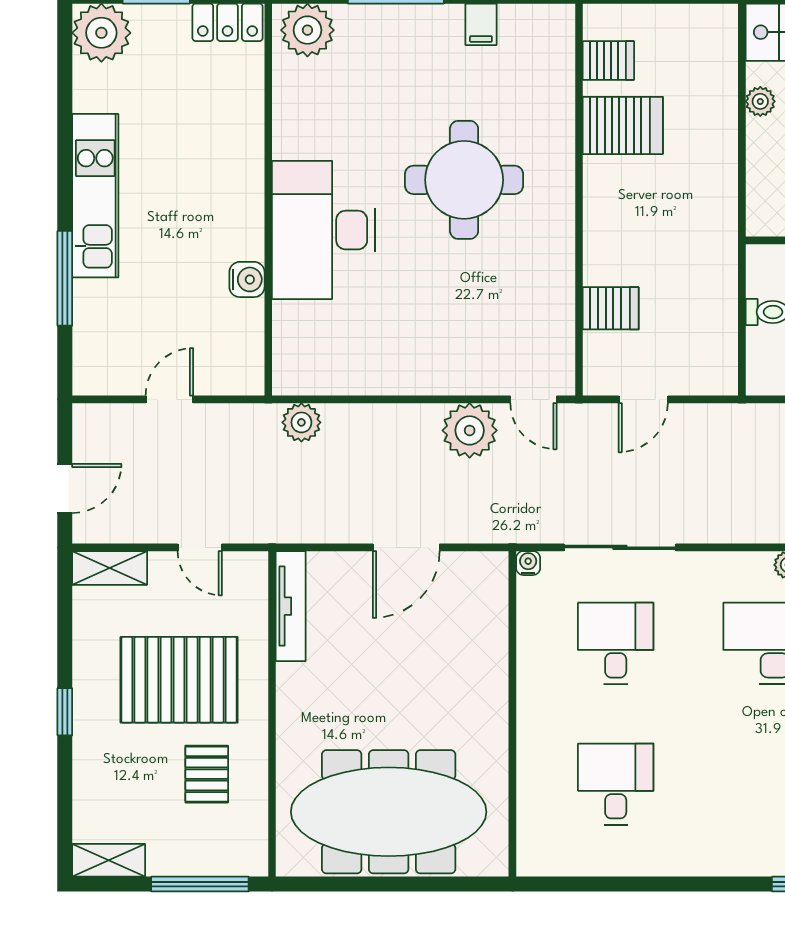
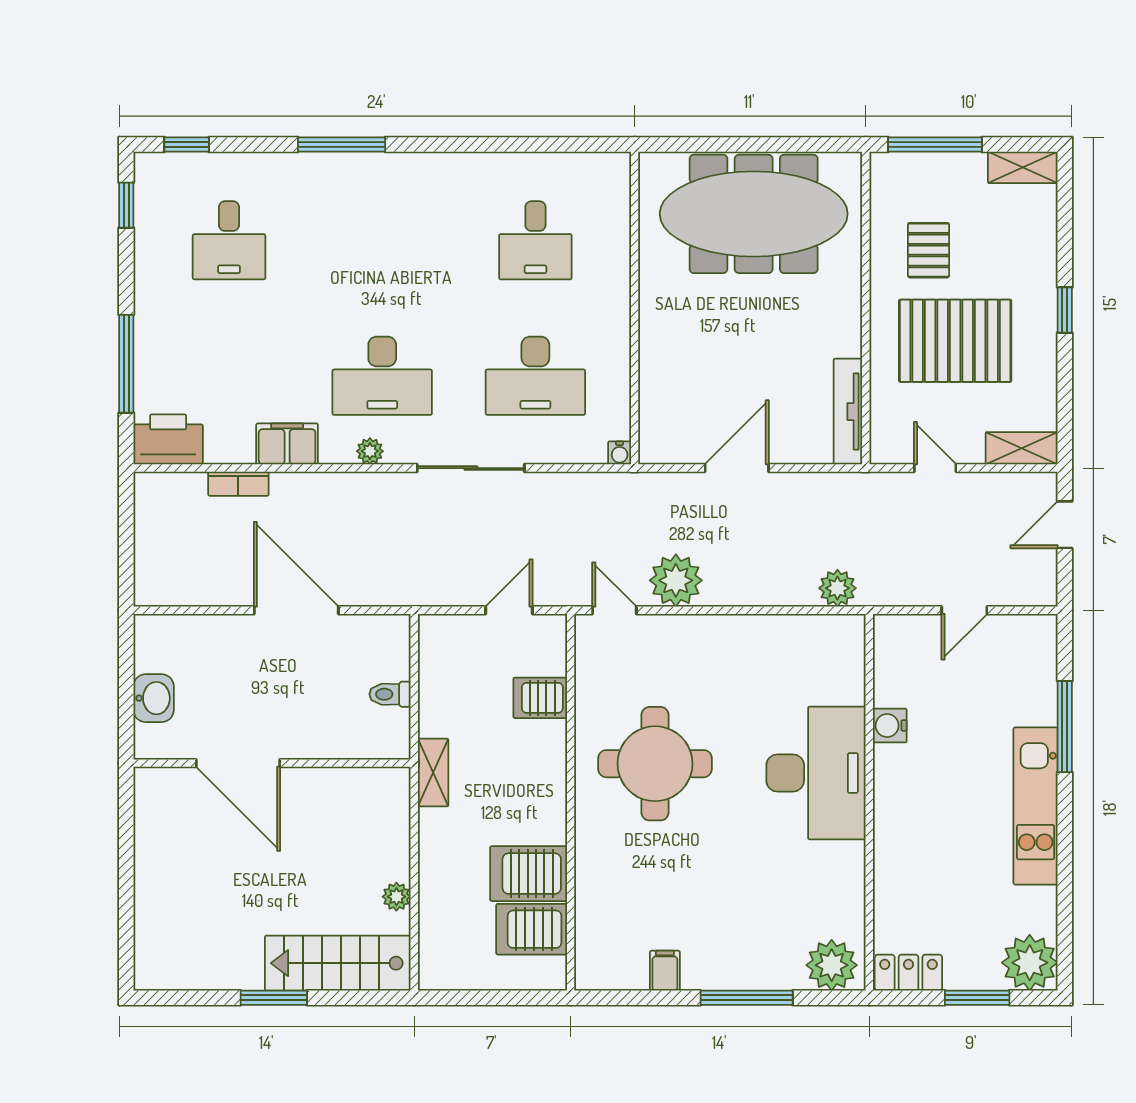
server rack: (608, 60) -> (532, 929), width x1.36, depth x1.44
round table: (464, 180) -> (655, 764), moved
shelving: (722, 231) -> (433, 773), added
sliding door: (620, 547) -> (471, 468), moved
desk: (616, 643) -> (535, 376), width x1.37

